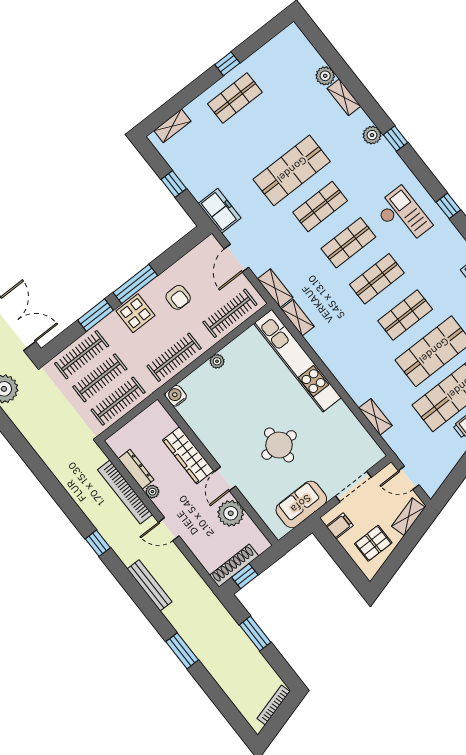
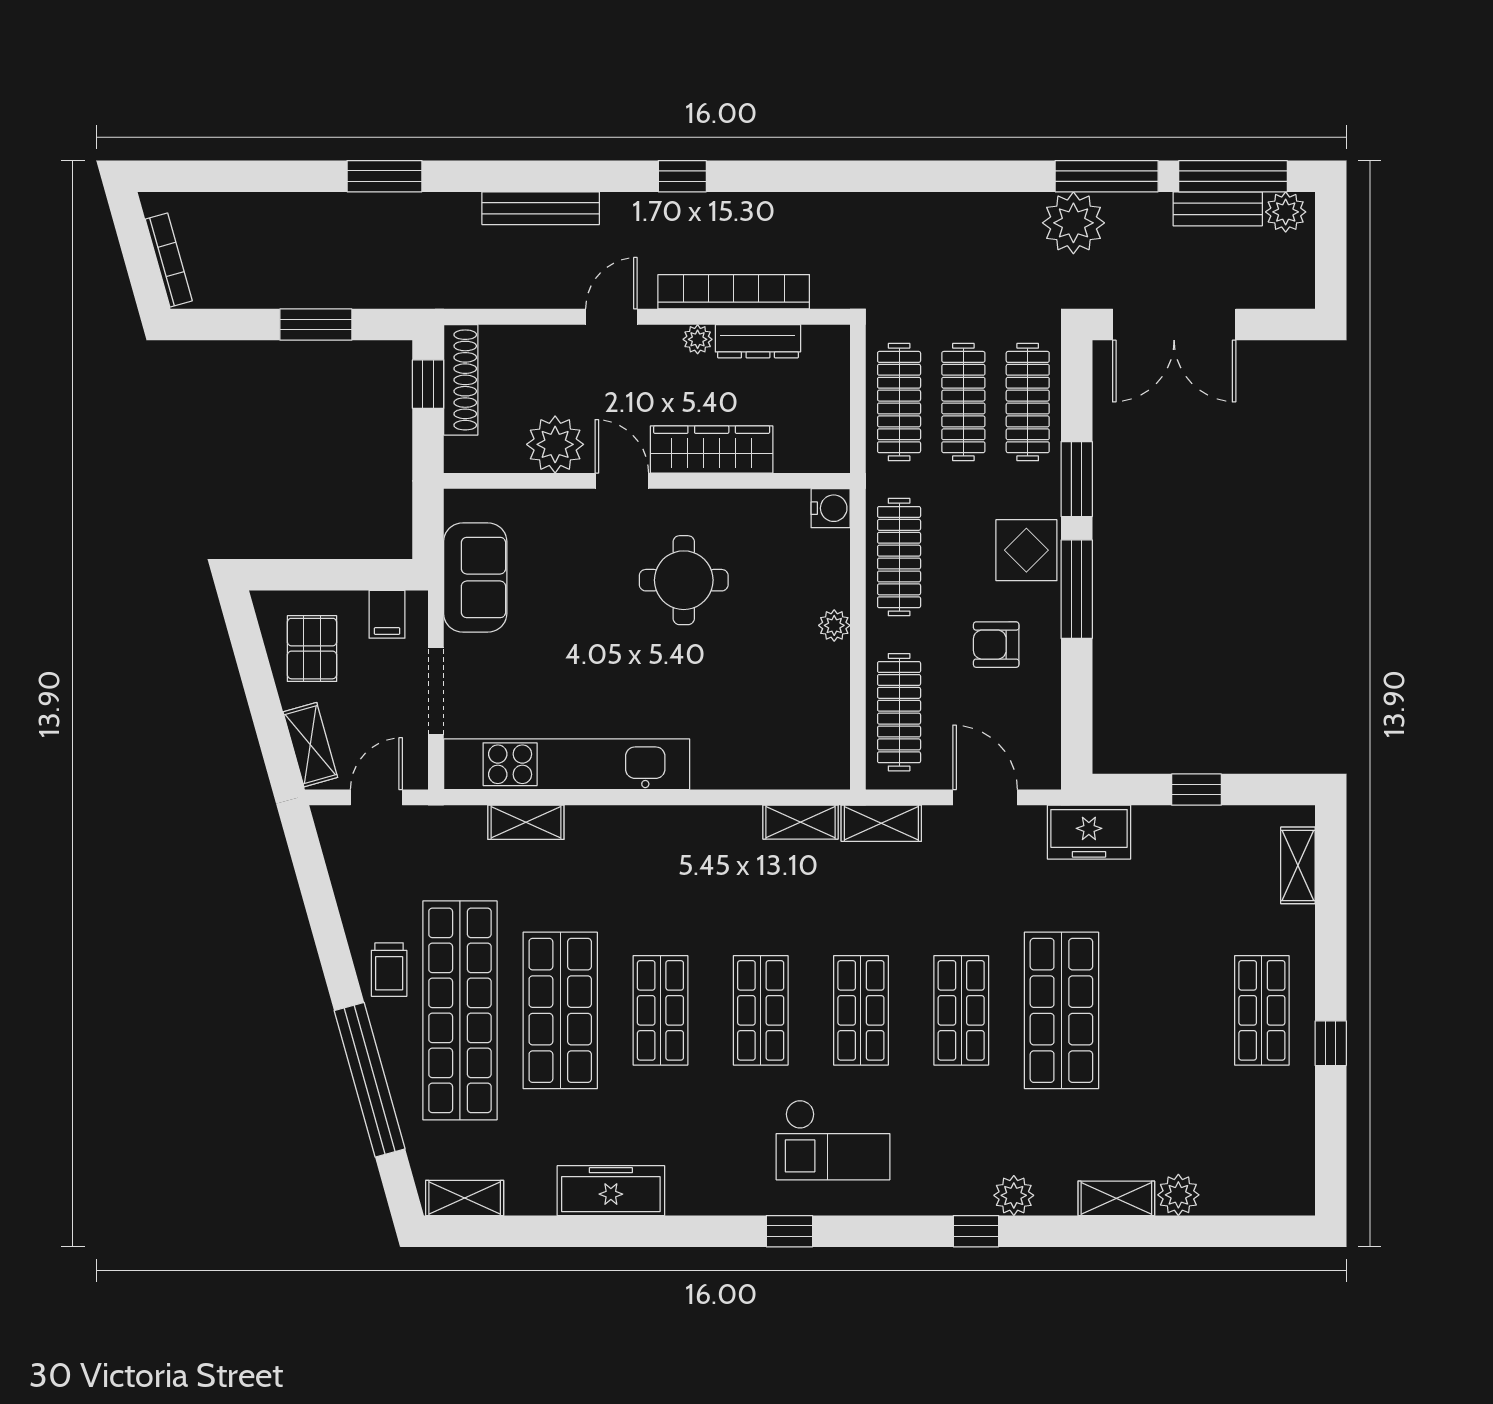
kitchen unit: (297, 361) -> (567, 764), moved
round table: (279, 445) -> (684, 580), moved

